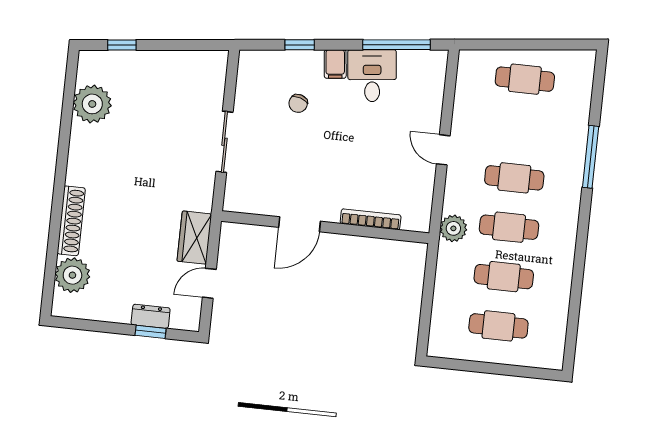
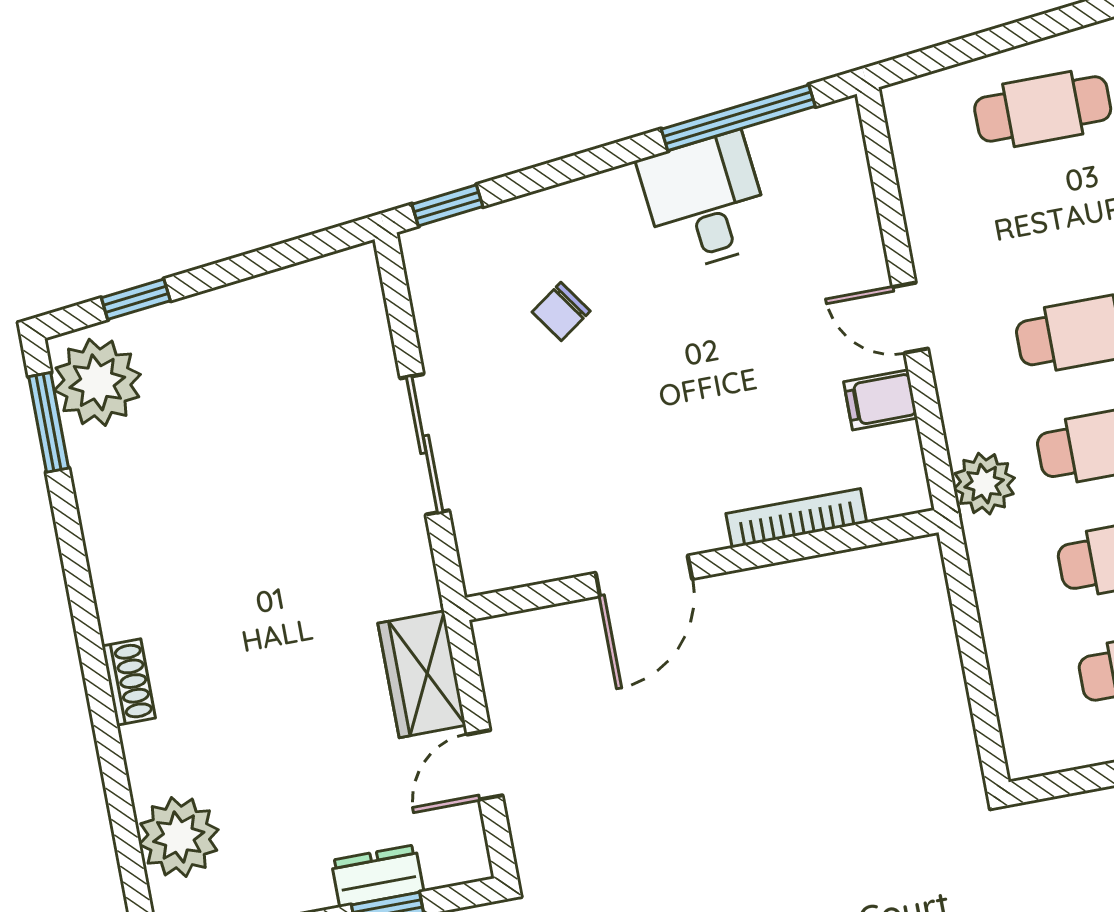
window: (300, 45) -> (447, 205), moved
filing cabinet: (335, 64) -> (881, 400), moved, turned 96
window: (70, 86) -> (49, 422), added
chair: (298, 103) -> (561, 312), turned 37
plant: (92, 104) -> (97, 382), moved
shoe rack: (71, 221) -> (129, 682), width x0.51, depth x0.81

